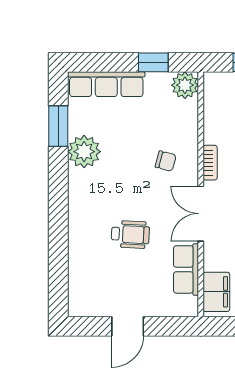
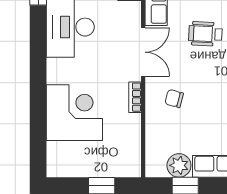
plant: (185, 85) -> (179, 165), moved

